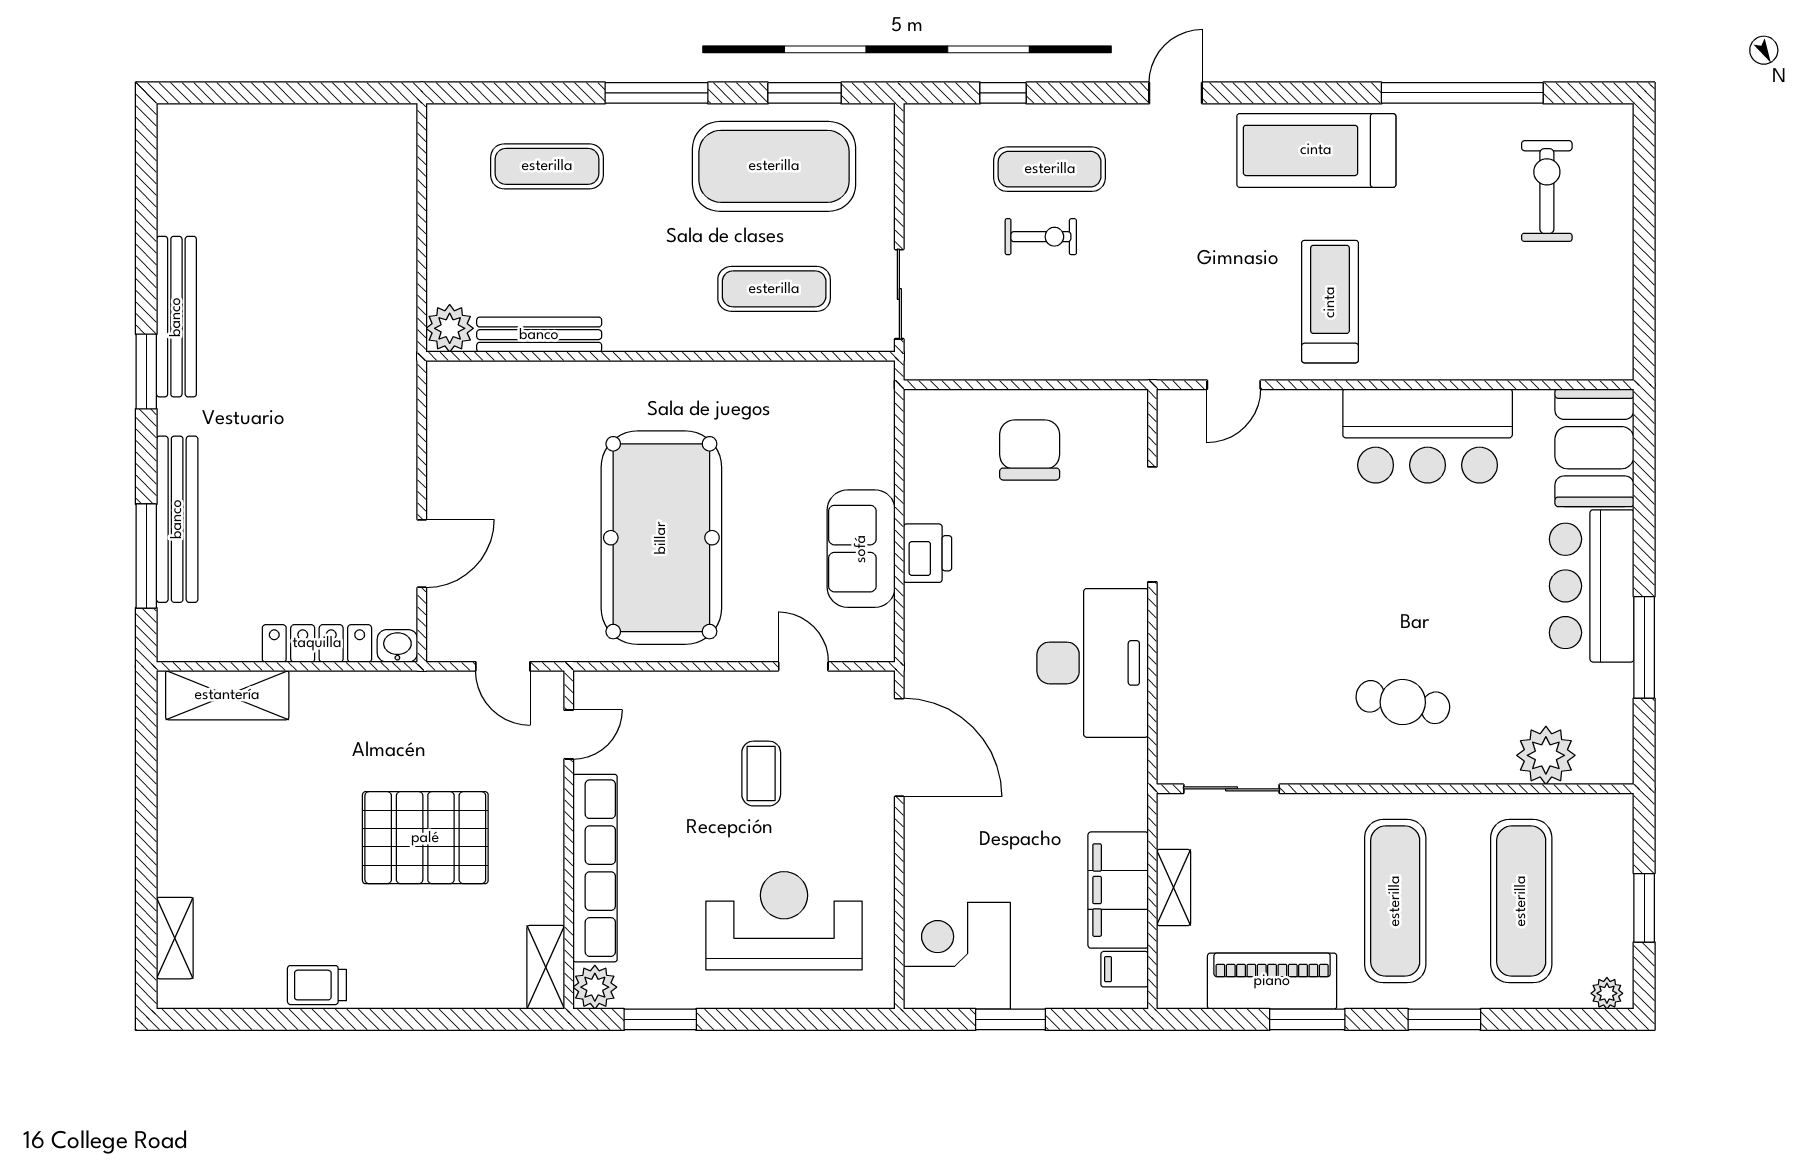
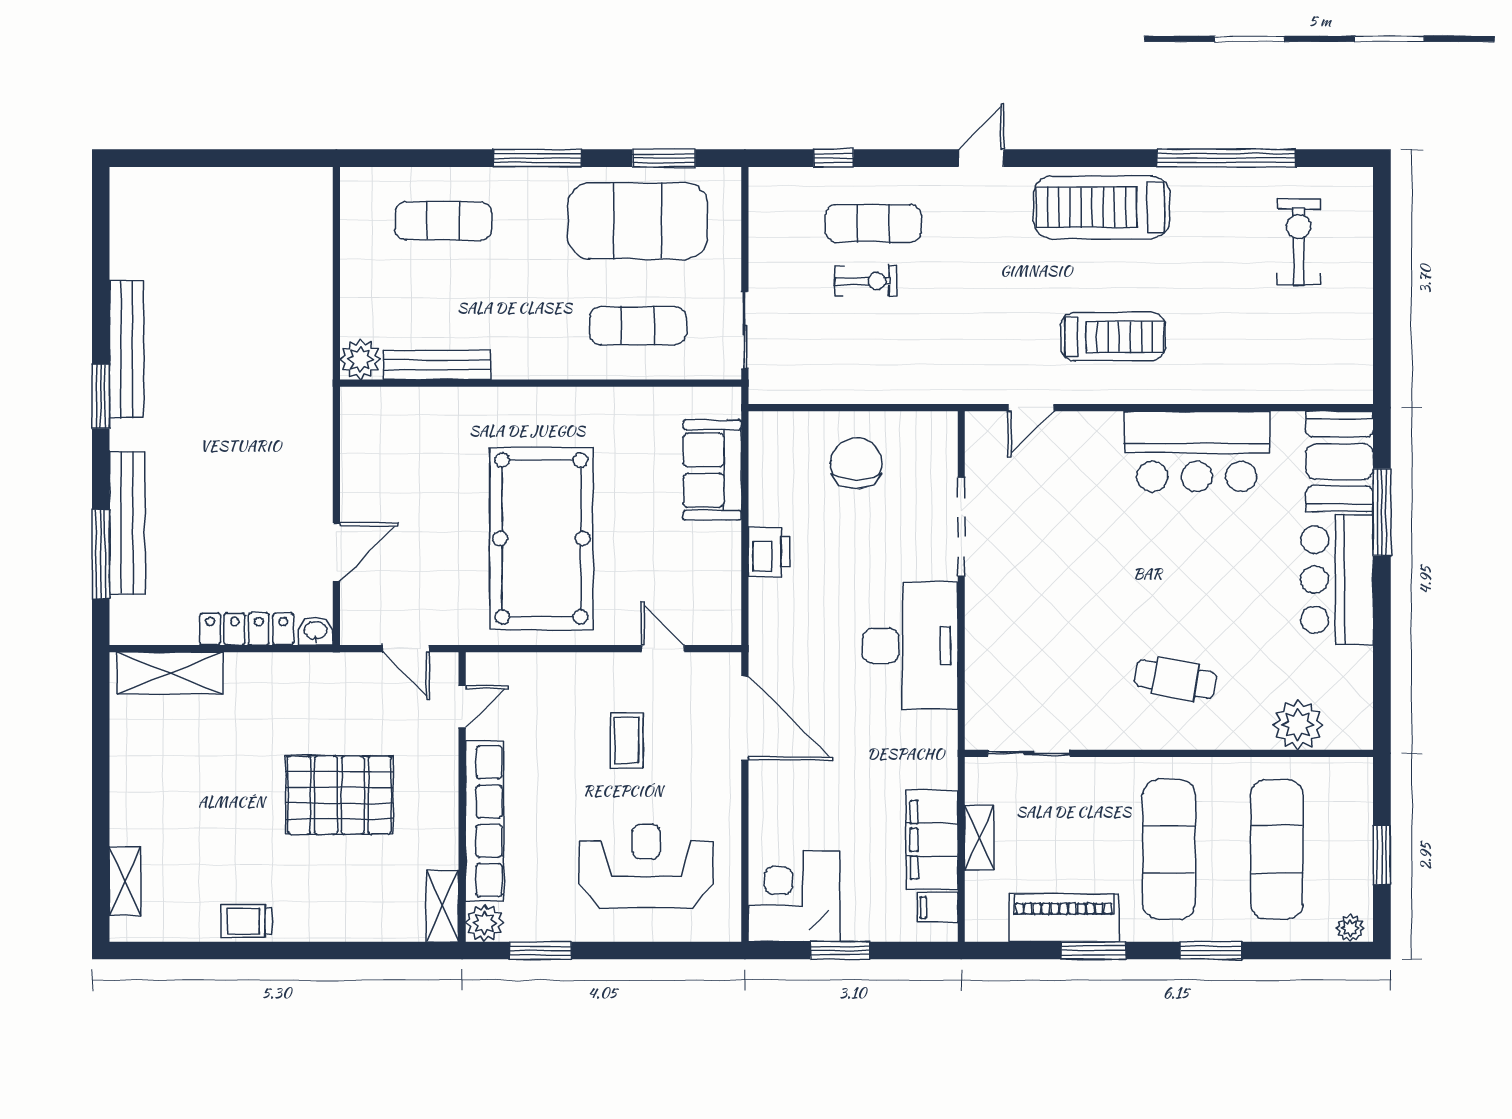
treadmill: (1330, 302) -> (1113, 337), turned 90
sofa: (861, 549) -> (712, 470), moved
window: (1644, 647) -> (1382, 512), moved

